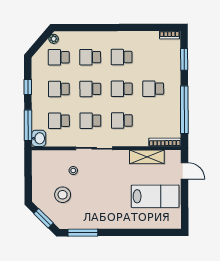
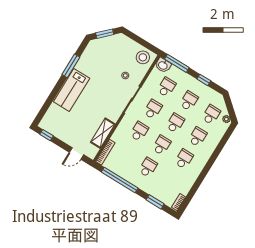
stool: (63, 195) -> (143, 57), moved
lab bench: (155, 196) -> (72, 90), moved
window: (185, 213) -> (47, 135), added
window: (83, 233) -> (71, 66), moved

